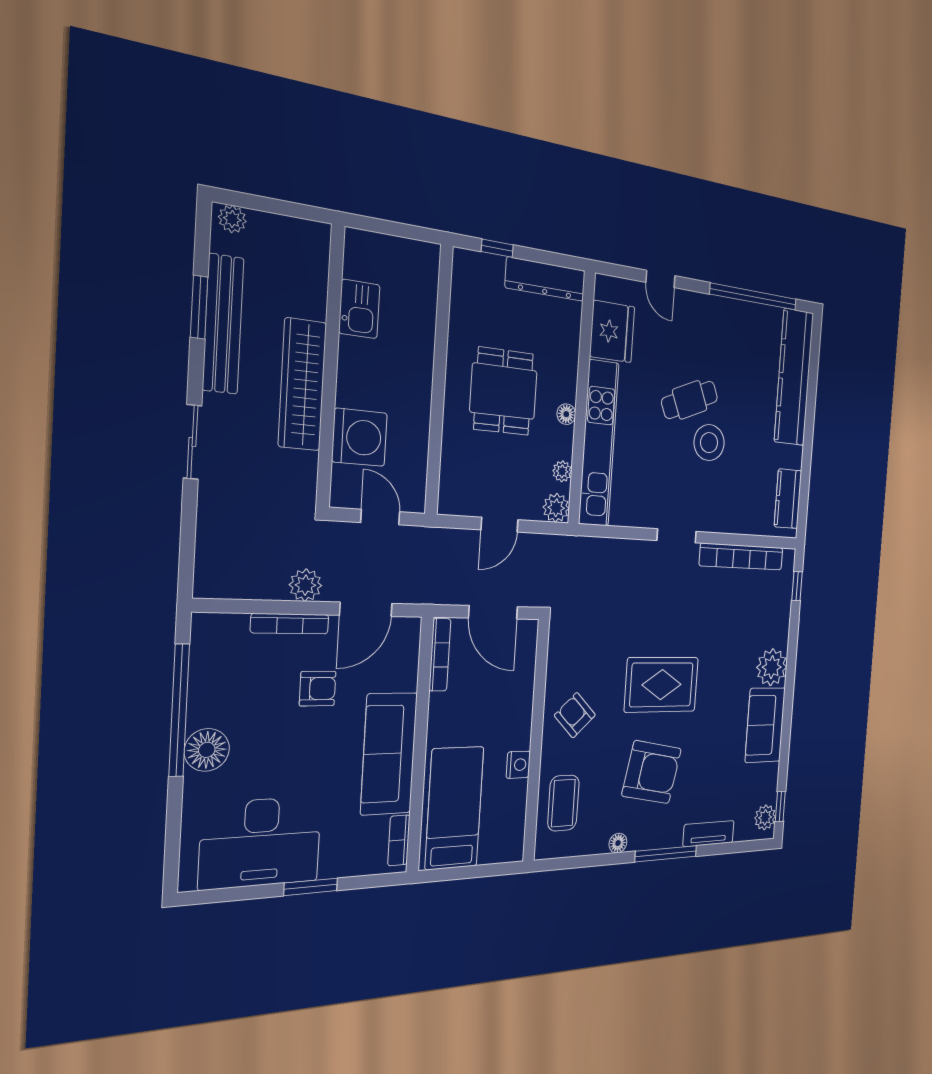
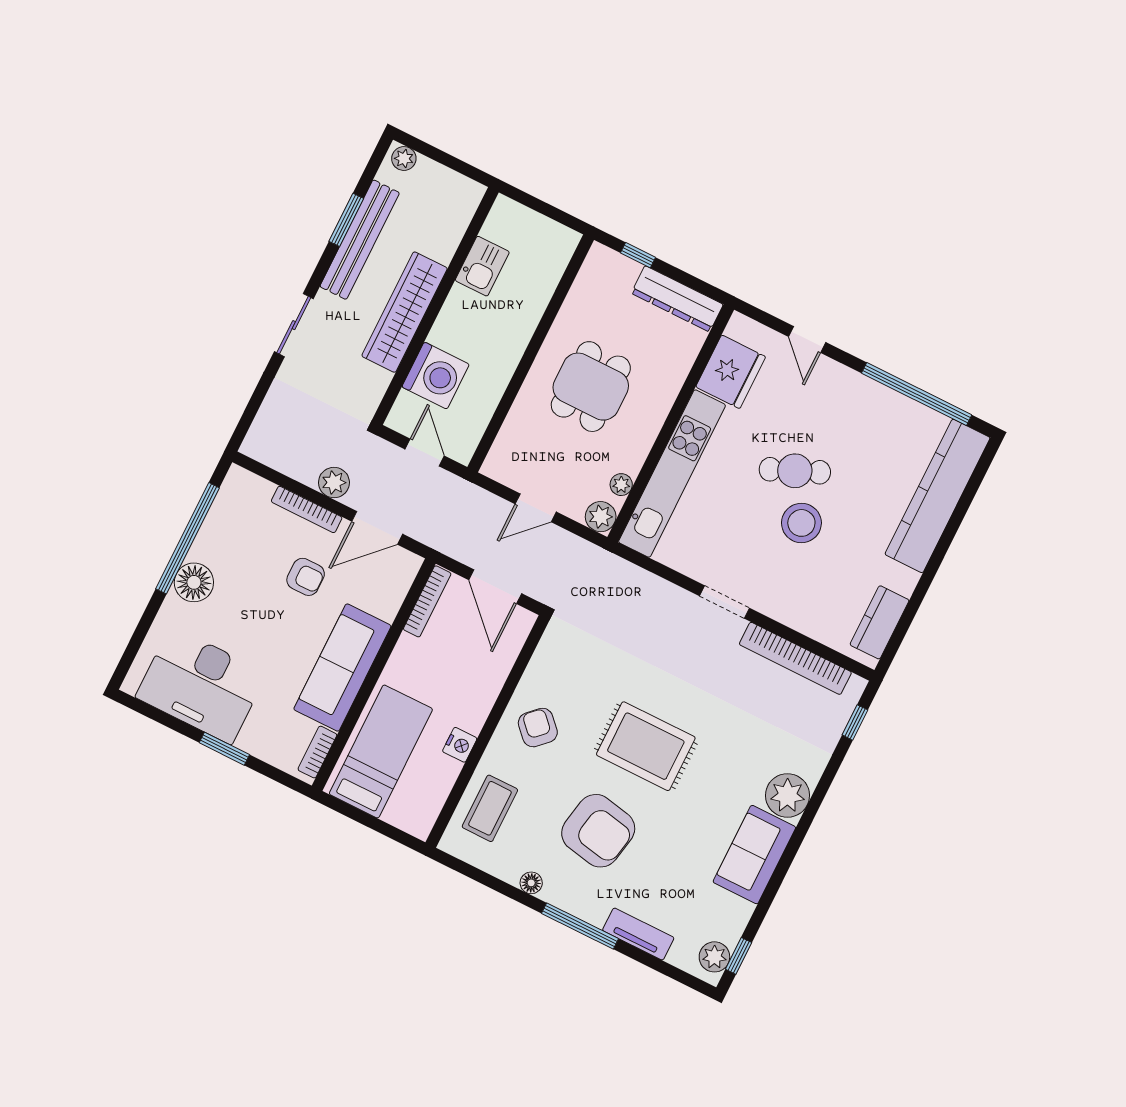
floor lamp: (566, 414) -> (648, 432), removed

